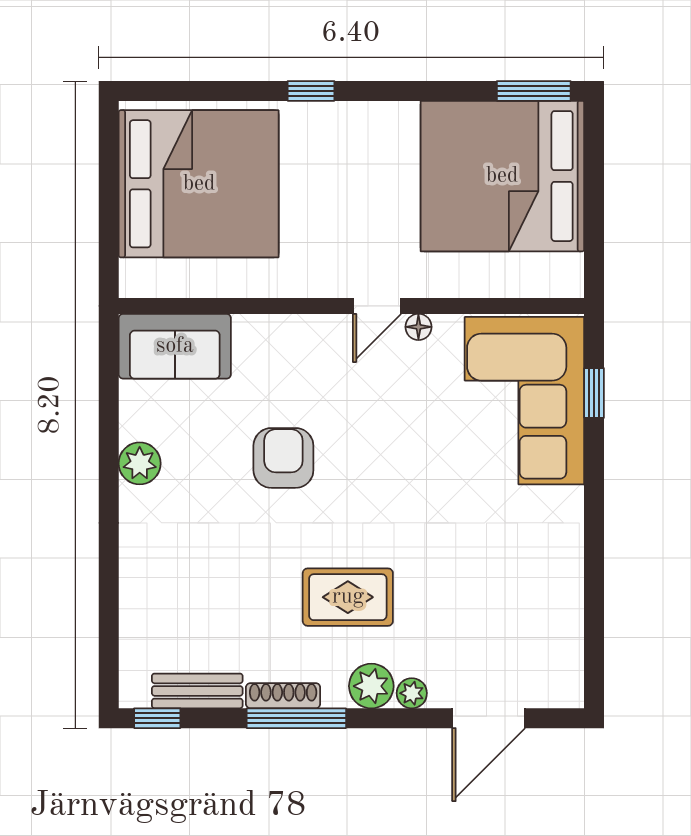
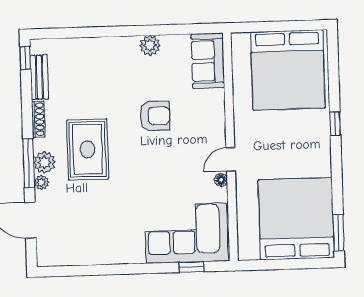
door: (377, 306) -> (231, 159), hinge flipped
rug: (348, 597) -> (88, 149), width x1.36, depth x1.43
window: (296, 718) -> (29, 163), moved

